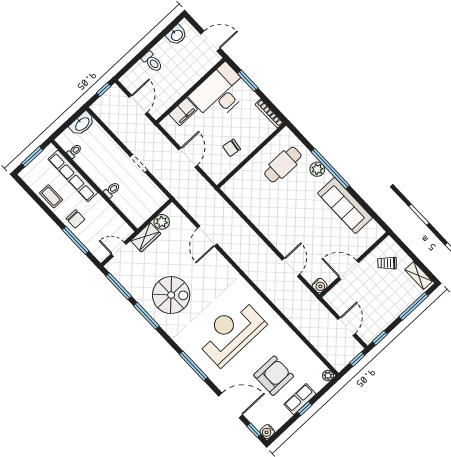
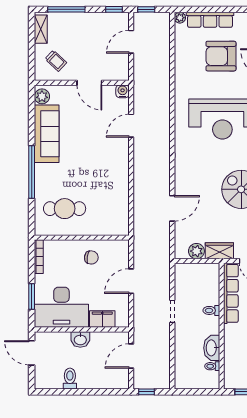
washbasin: (177, 35) -> (80, 339), moved, turned 180
toilet: (152, 62) -> (70, 379), moved
washbasin: (82, 124) -> (212, 348), moved, turned -90
plant: (317, 169) -> (42, 96), moved
row of seats: (73, 176) -> (231, 293), moved
row of seats: (300, 399) -> (210, 20), width x1.48
window: (305, 409) -> (221, 9), removed

